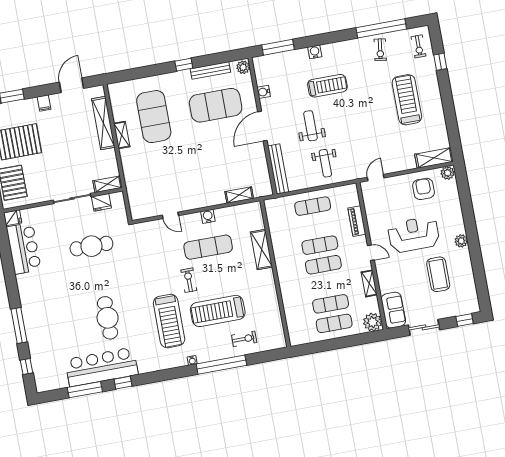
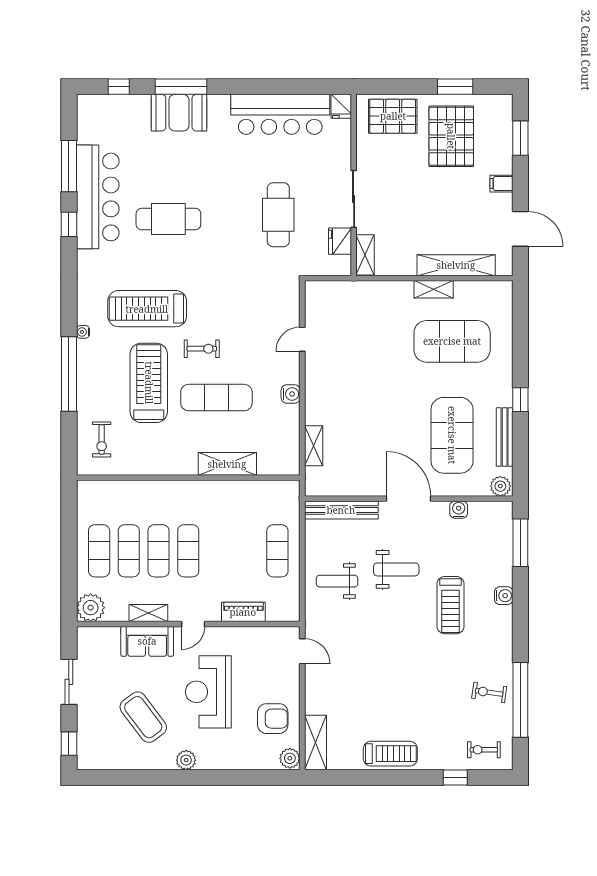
treadmill: (407, 100) -> (390, 754), moved, width x0.73, depth x0.73
reception desk: (414, 235) -> (208, 692), turned 180
exercise mat: (320, 245) -> (159, 551), moved
exercise mat: (208, 247) -> (216, 398), moved, turned 90
bar counter: (24, 248) -> (280, 114), width x1.36
coffee table: (438, 274) -> (143, 717), turned 53
sofa: (393, 310) -> (147, 641), moved
booth: (36, 324) -> (179, 113), added
exercise bike: (244, 339) -> (102, 439), moved

